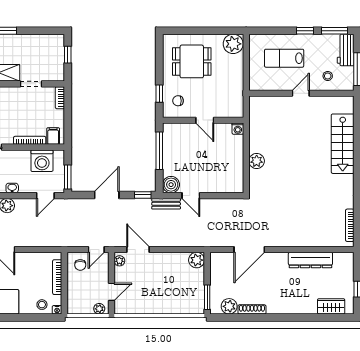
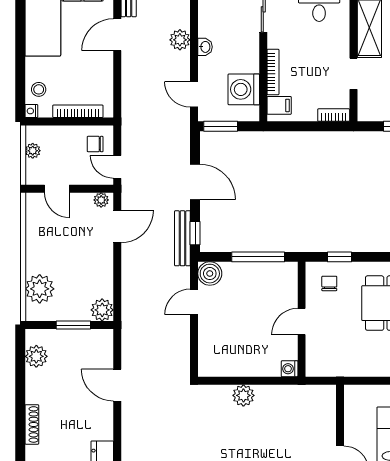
bench: (166, 204) -> (182, 238), moved, width x1.36
door: (249, 250) -> (117, 385), width x0.73
window: (207, 297) -> (73, 325), moved
plant: (182, 304) -> (40, 289), added
plant: (99, 309) -> (33, 151), moved
shoe rack: (252, 309) -> (32, 424), moved

